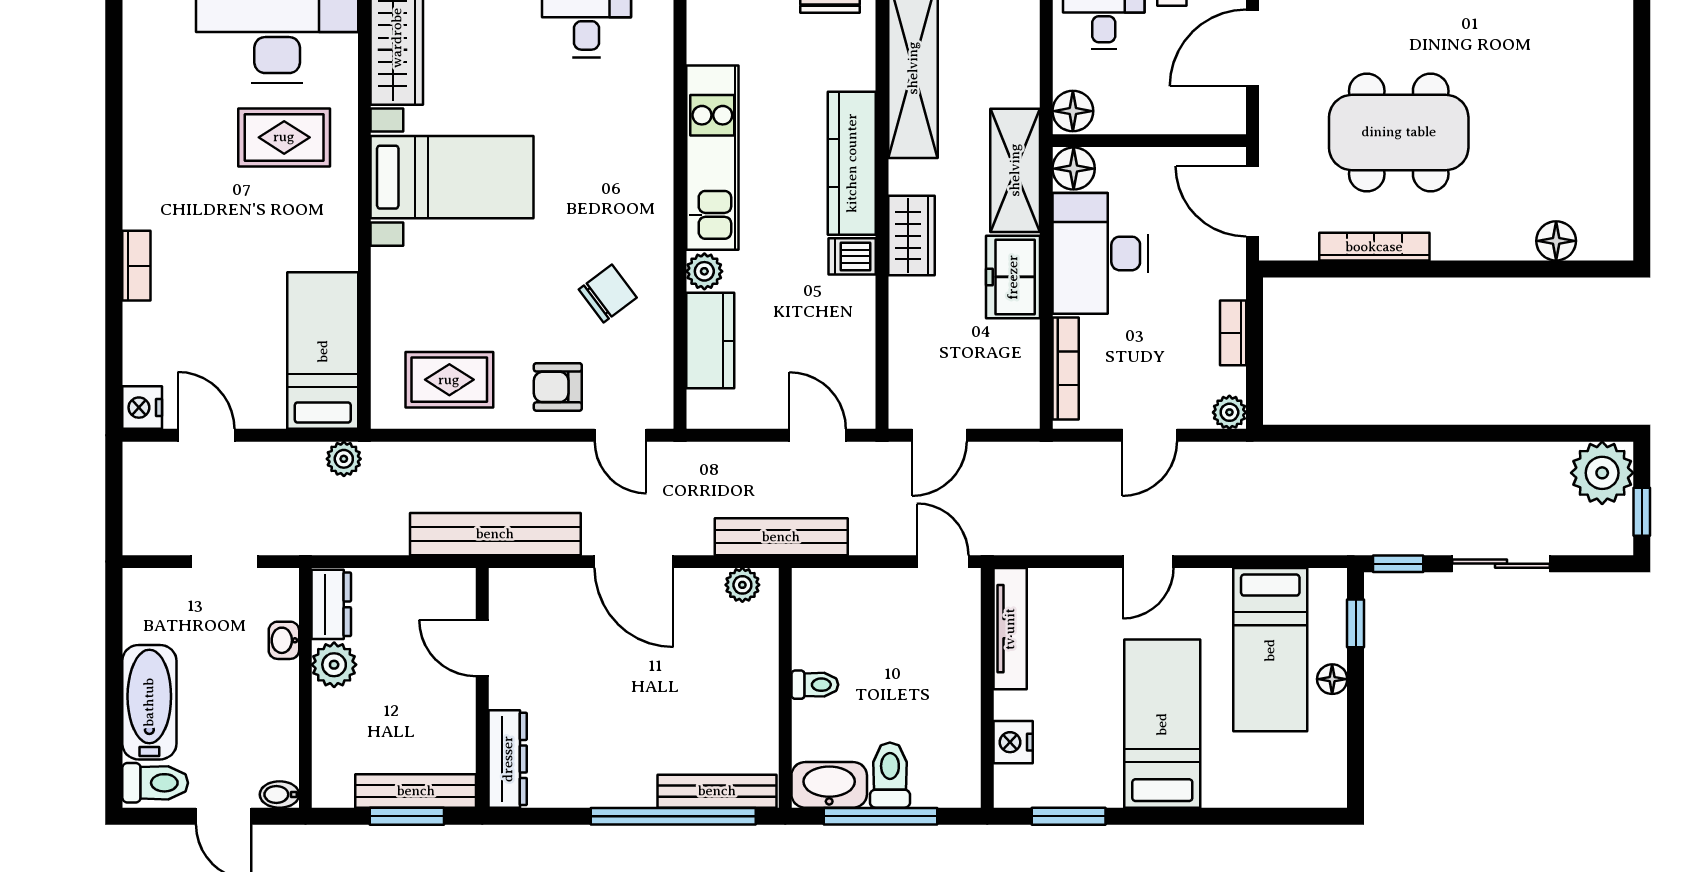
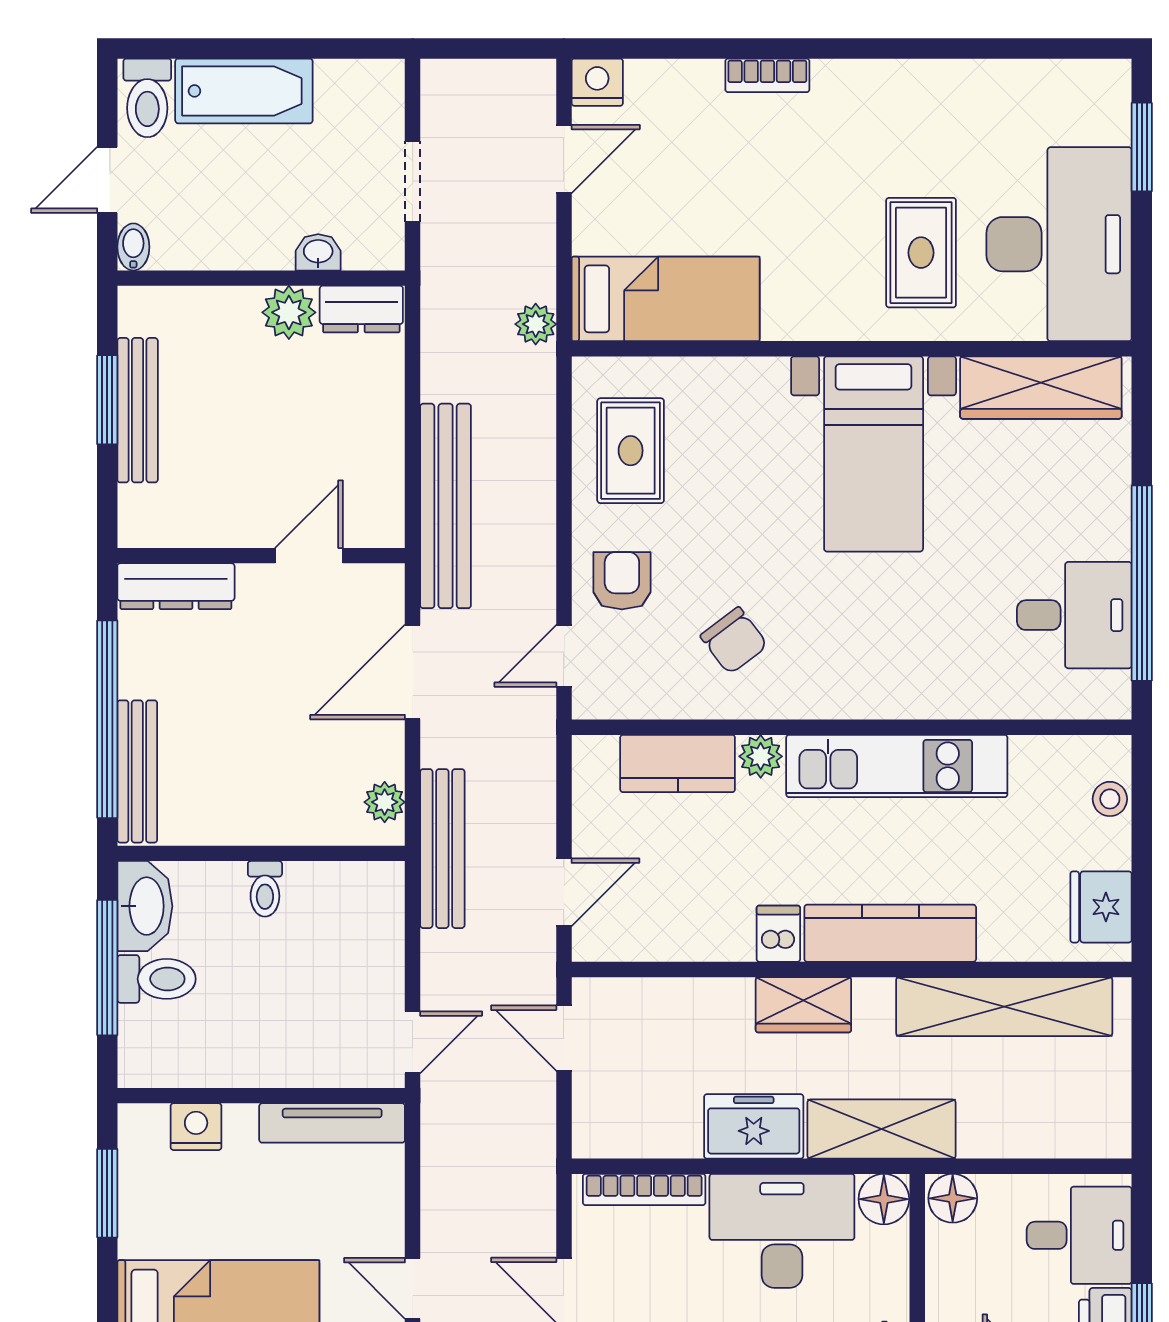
door: (482, 648) -> (309, 556), moved
wall: (482, 688) -> (261, 556), moved
dresser: (508, 759) -> (176, 586), moved

